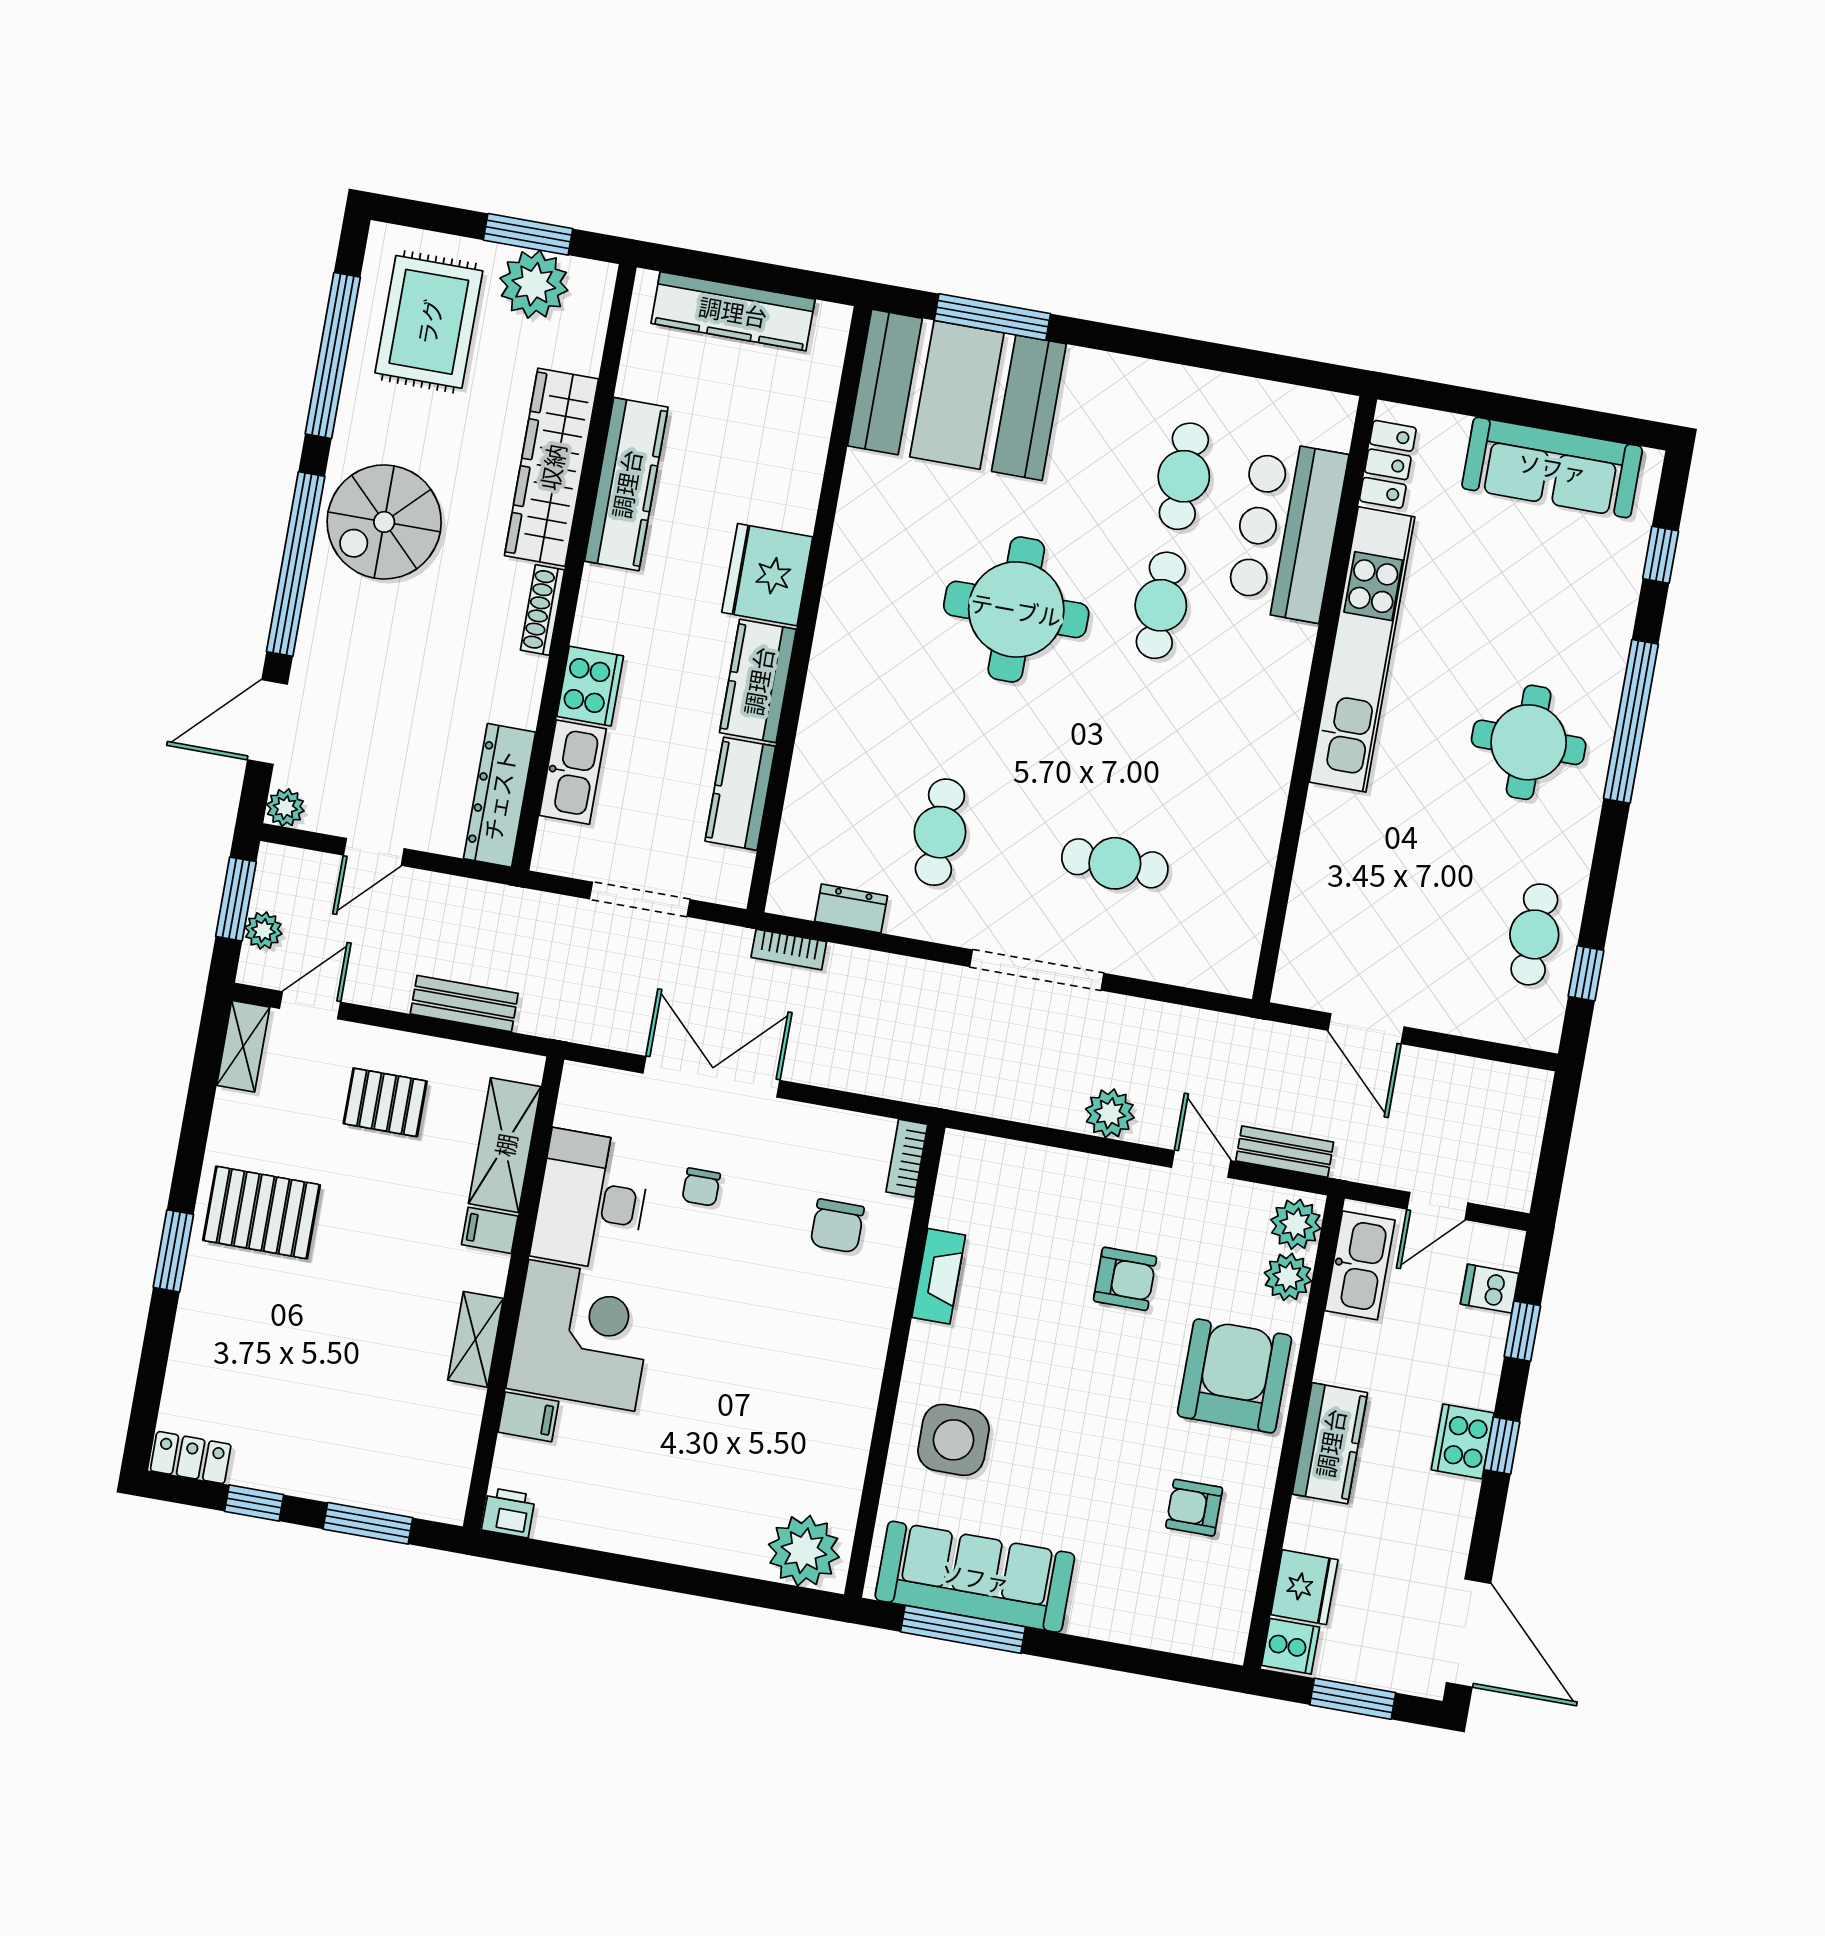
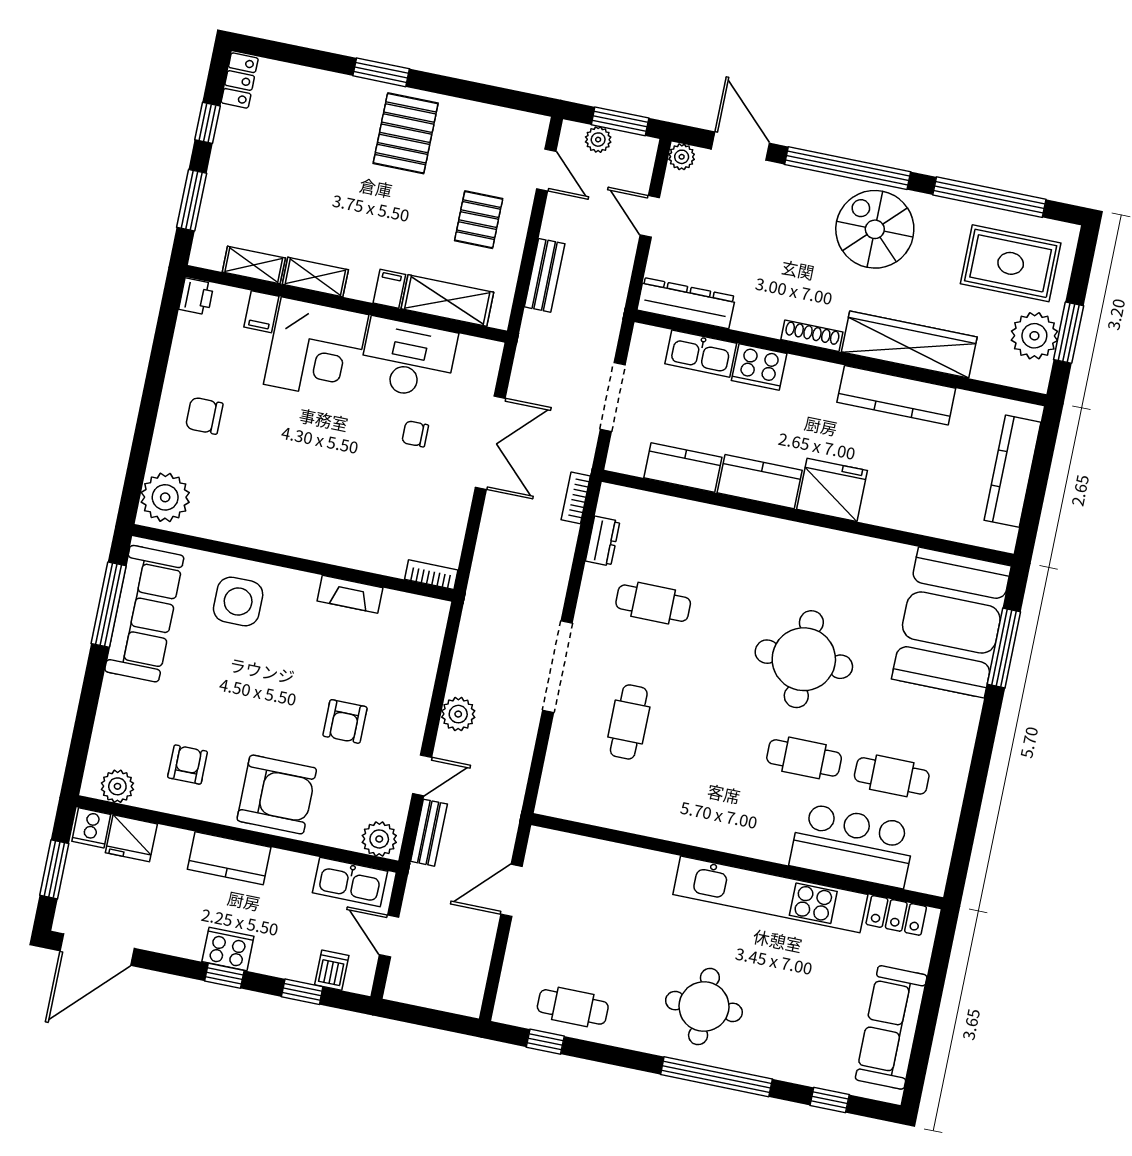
shelving: (243, 1046) -> (254, 265), moved
chair: (837, 1226) -> (204, 416), moved
plant: (1288, 1277) -> (117, 786), moved

